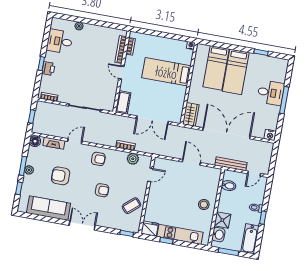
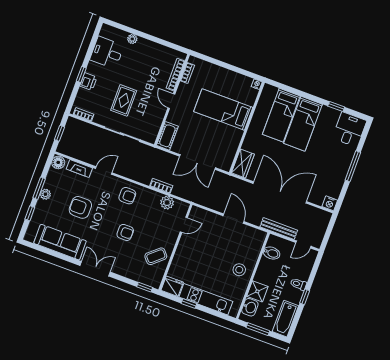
rug: (81, 79) -> (124, 100), added
desk: (271, 93) -> (349, 129), moved, turned -90

